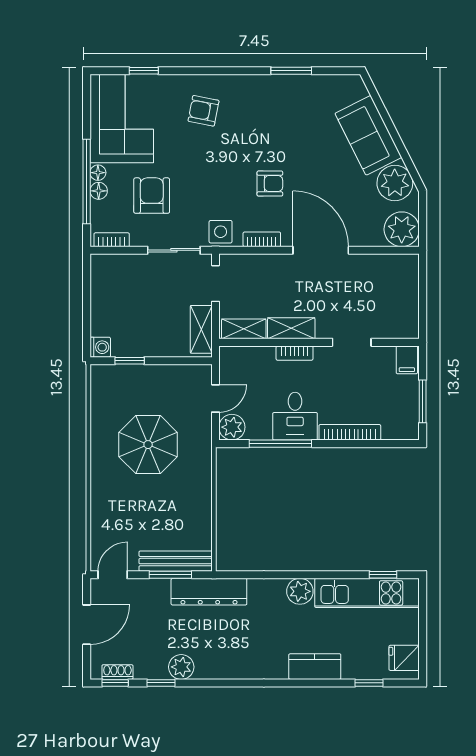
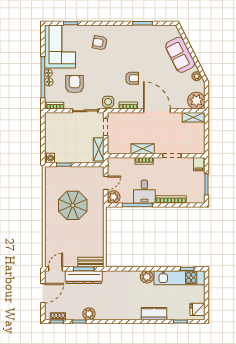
plant: (395, 183) -> (197, 76), width x0.53, depth x0.53
shelving: (244, 329) -> (193, 117), moved
bench: (176, 561) -> (91, 262), width x0.73
dresser: (209, 592) -> (84, 277), moved

